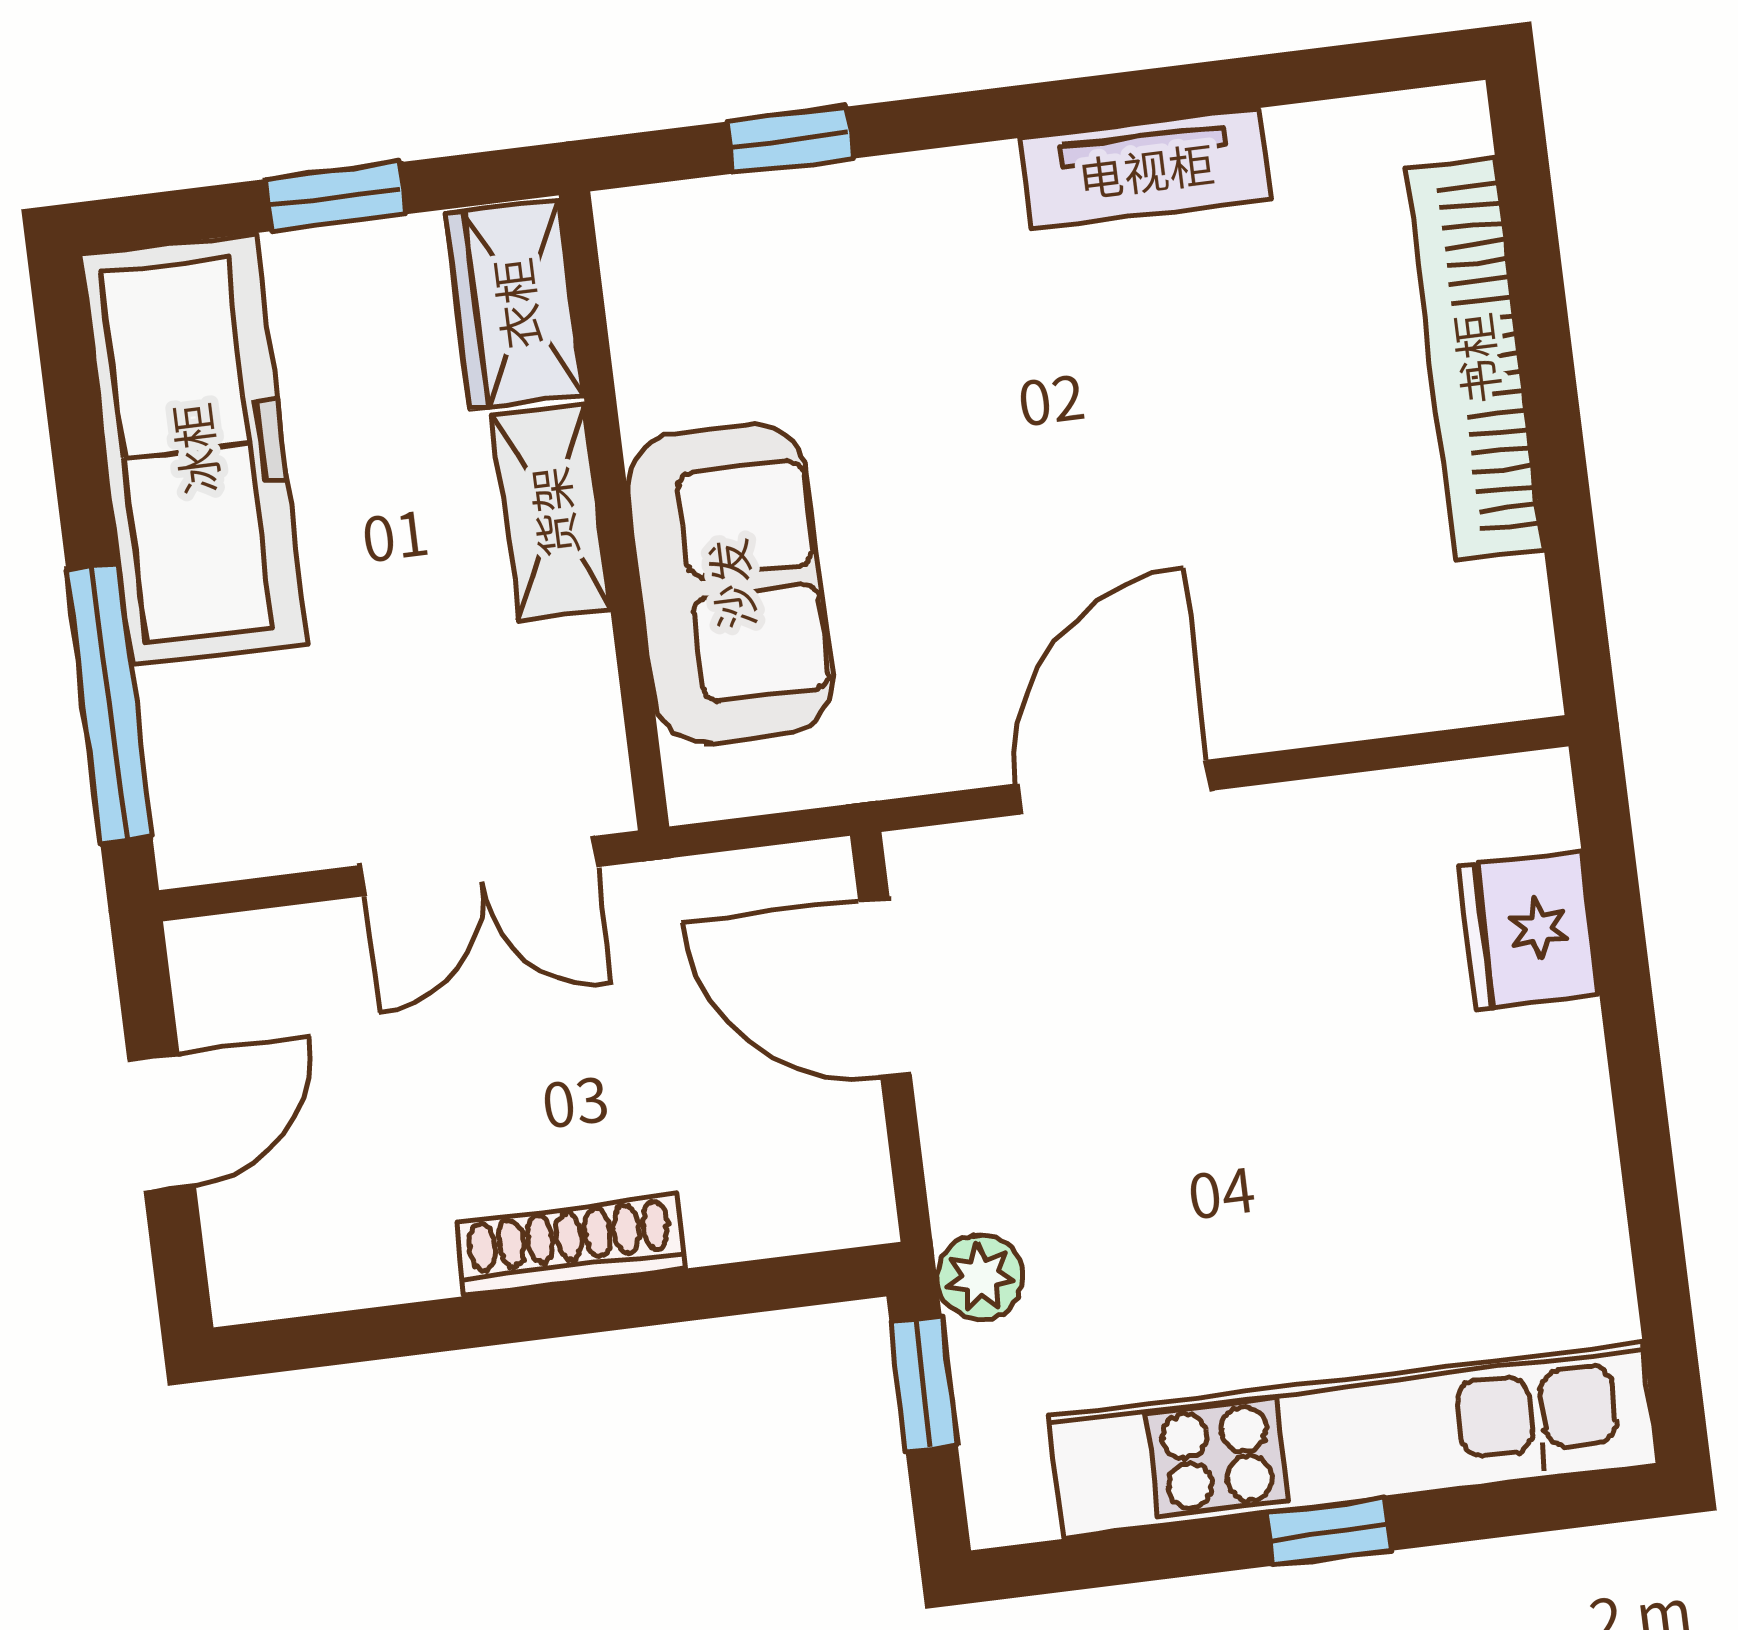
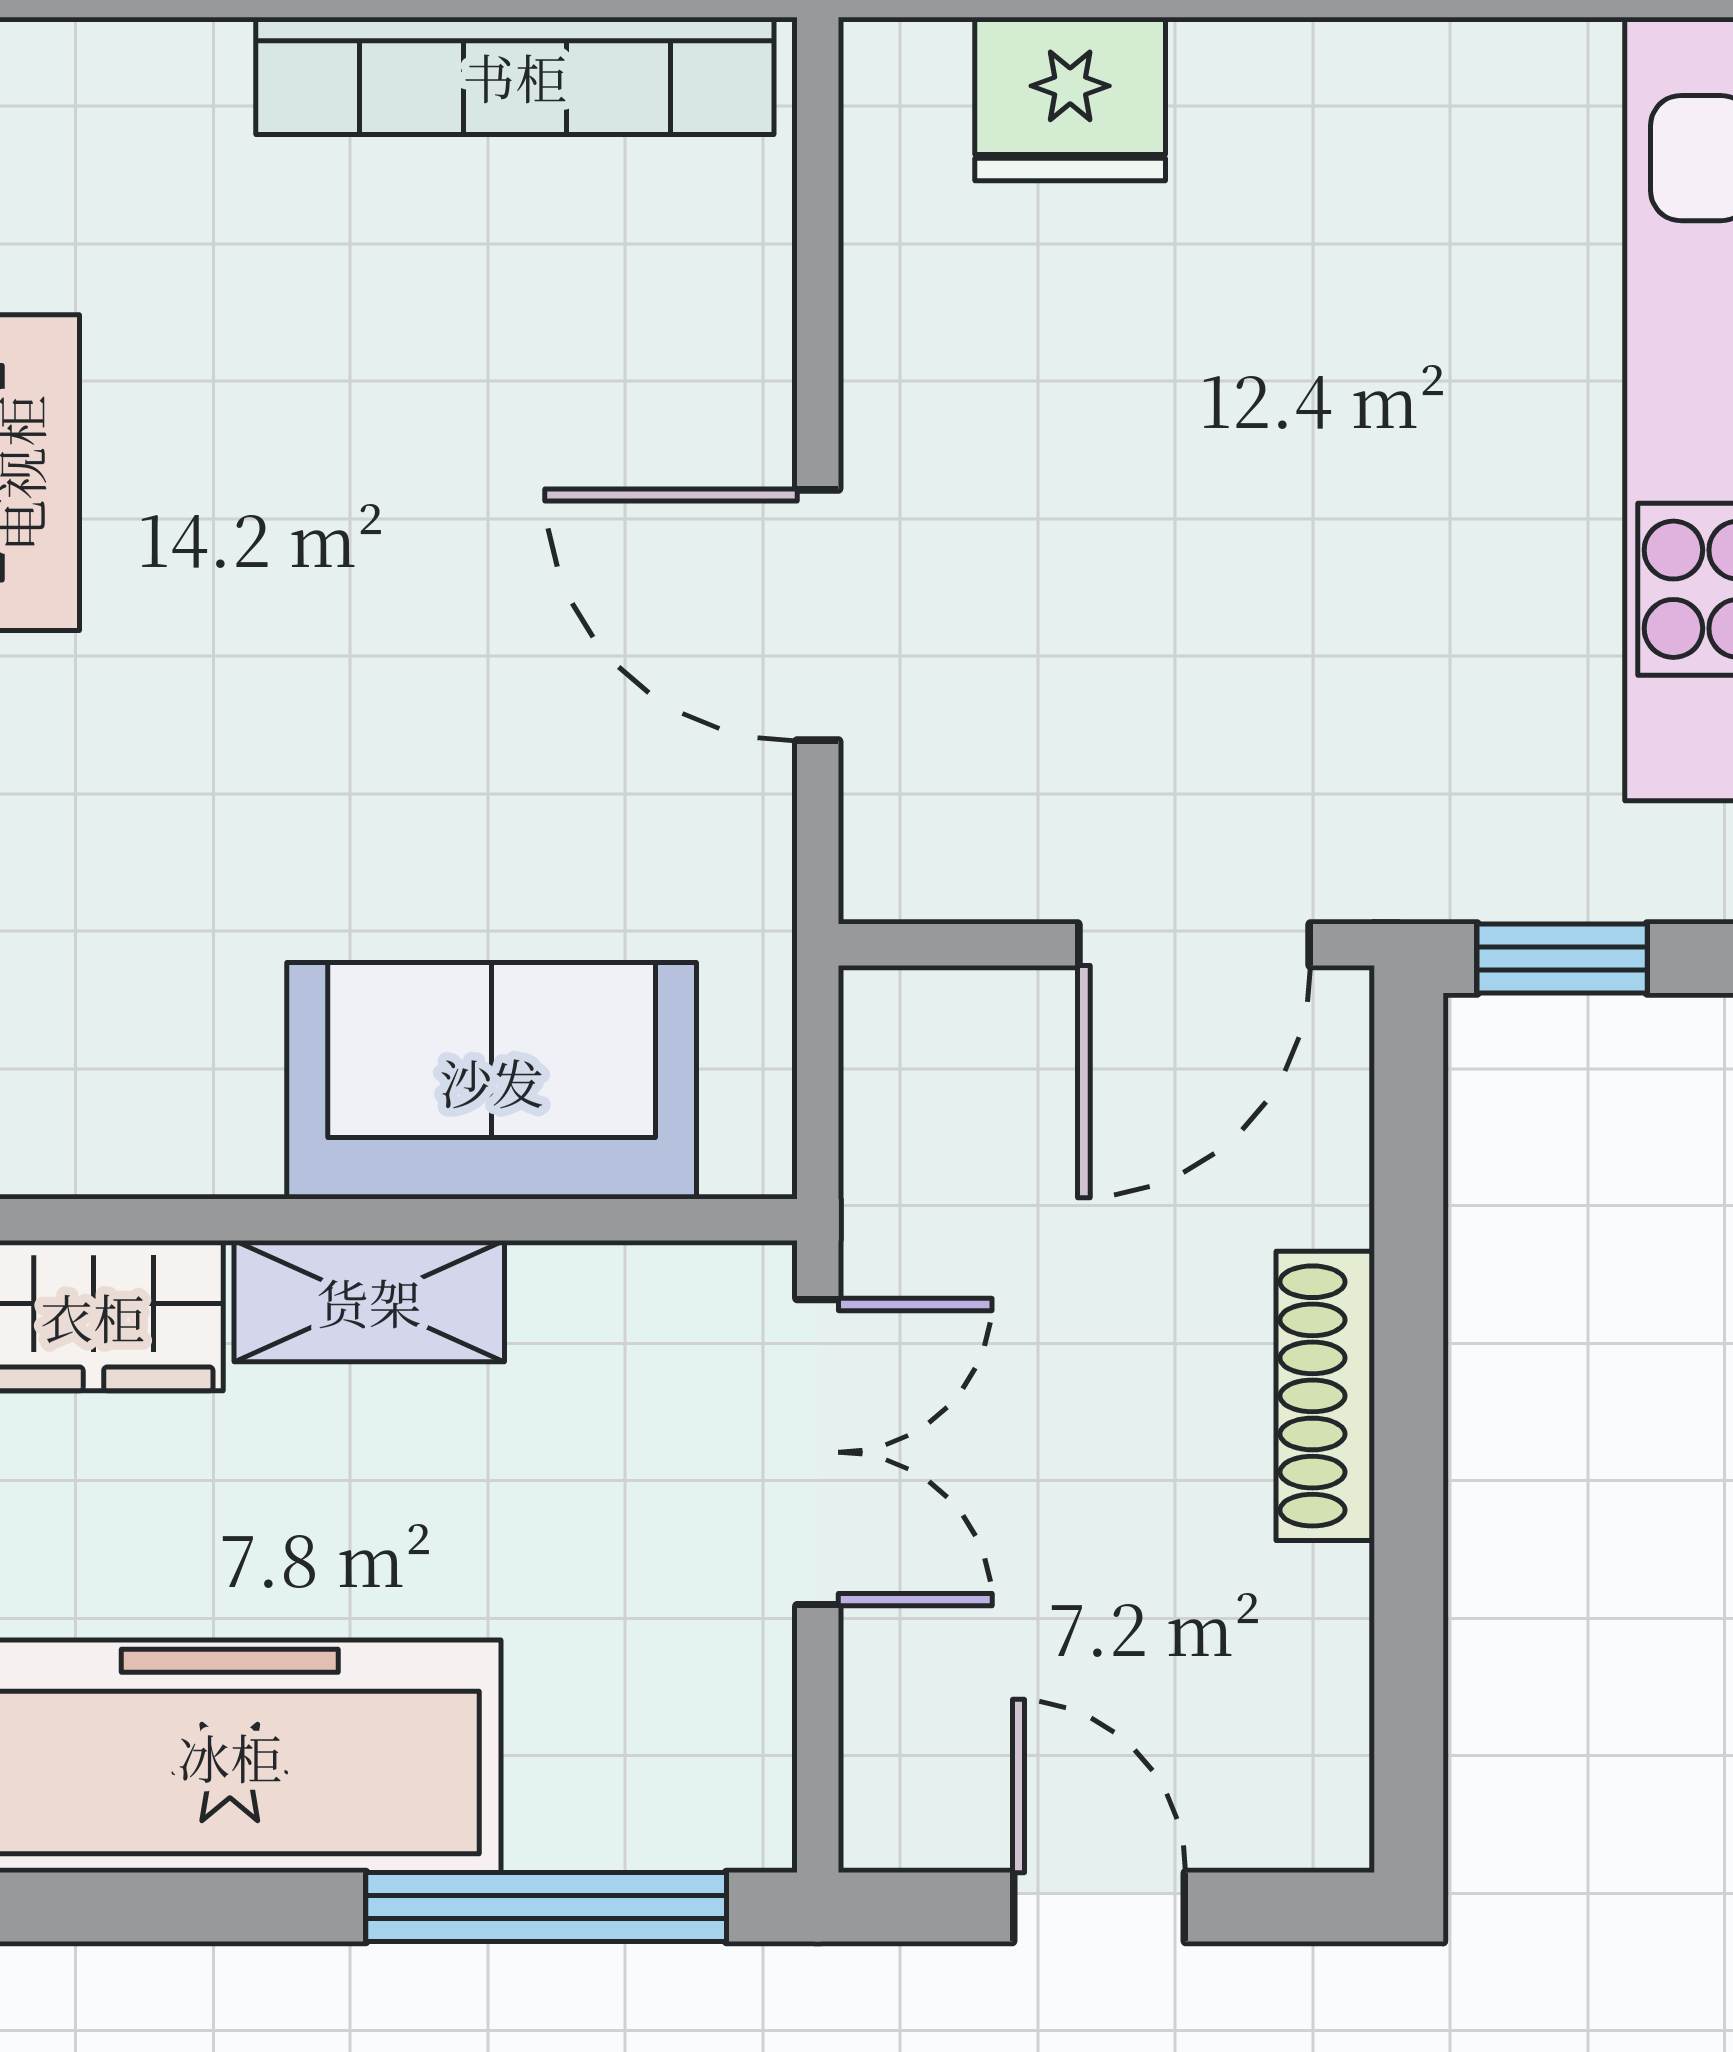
bookcase: (1475, 359) -> (515, 76), moved
door: (885, 988) -> (1194, 945), moved
plant: (980, 1277) -> (1433, 868), removed

